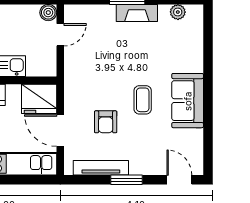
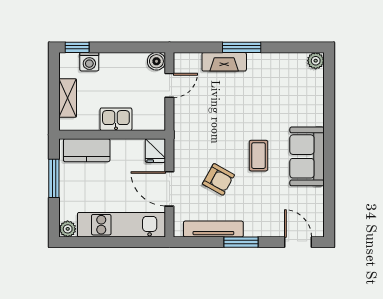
plant: (178, 12) -> (316, 61), moved
fireplace: (137, 13) -> (224, 62), moved
fridge: (39, 99) -> (155, 151), width x0.53, depth x0.75
armchair: (106, 122) -> (218, 179), turned -61

